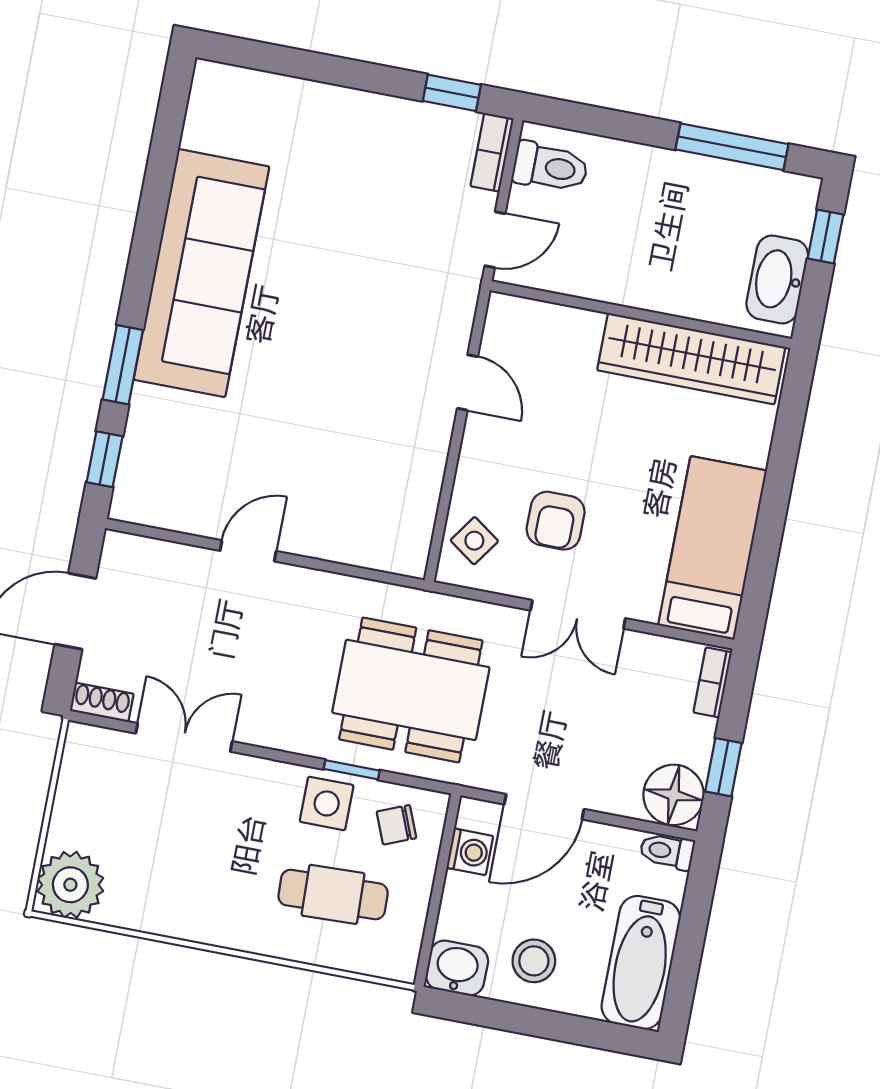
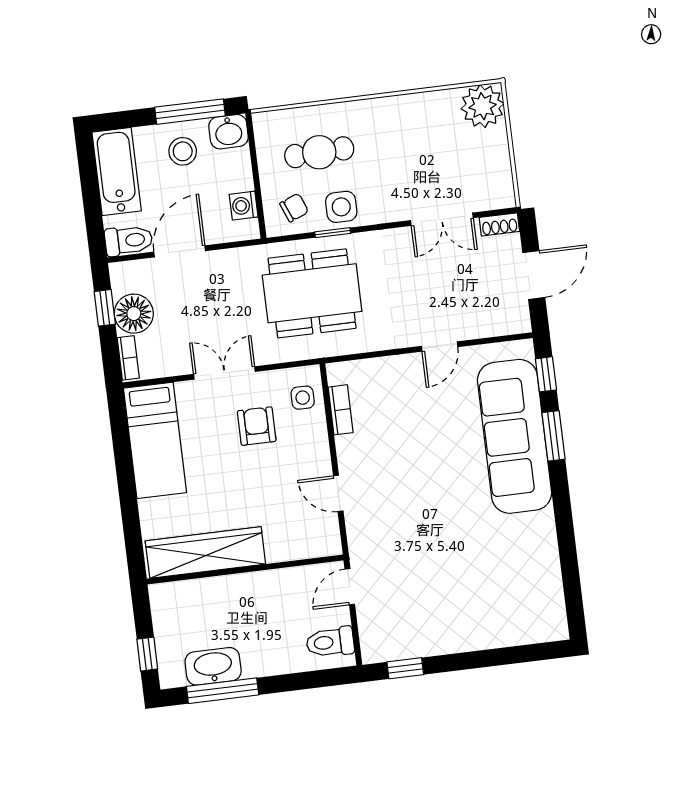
bookcase: (492, 152) -> (341, 410), moved
sofa: (202, 273) -> (515, 436), moved
washbasin: (777, 279) -> (213, 666), moved, turned -90
side table: (474, 541) -> (303, 398), turned -35
floor lamp: (674, 795) -> (134, 314), moved
door: (544, 807) -> (180, 251), moved
toilet: (667, 851) -> (129, 240), width x1.37, depth x1.39
window: (504, 1016) -> (190, 112), added

